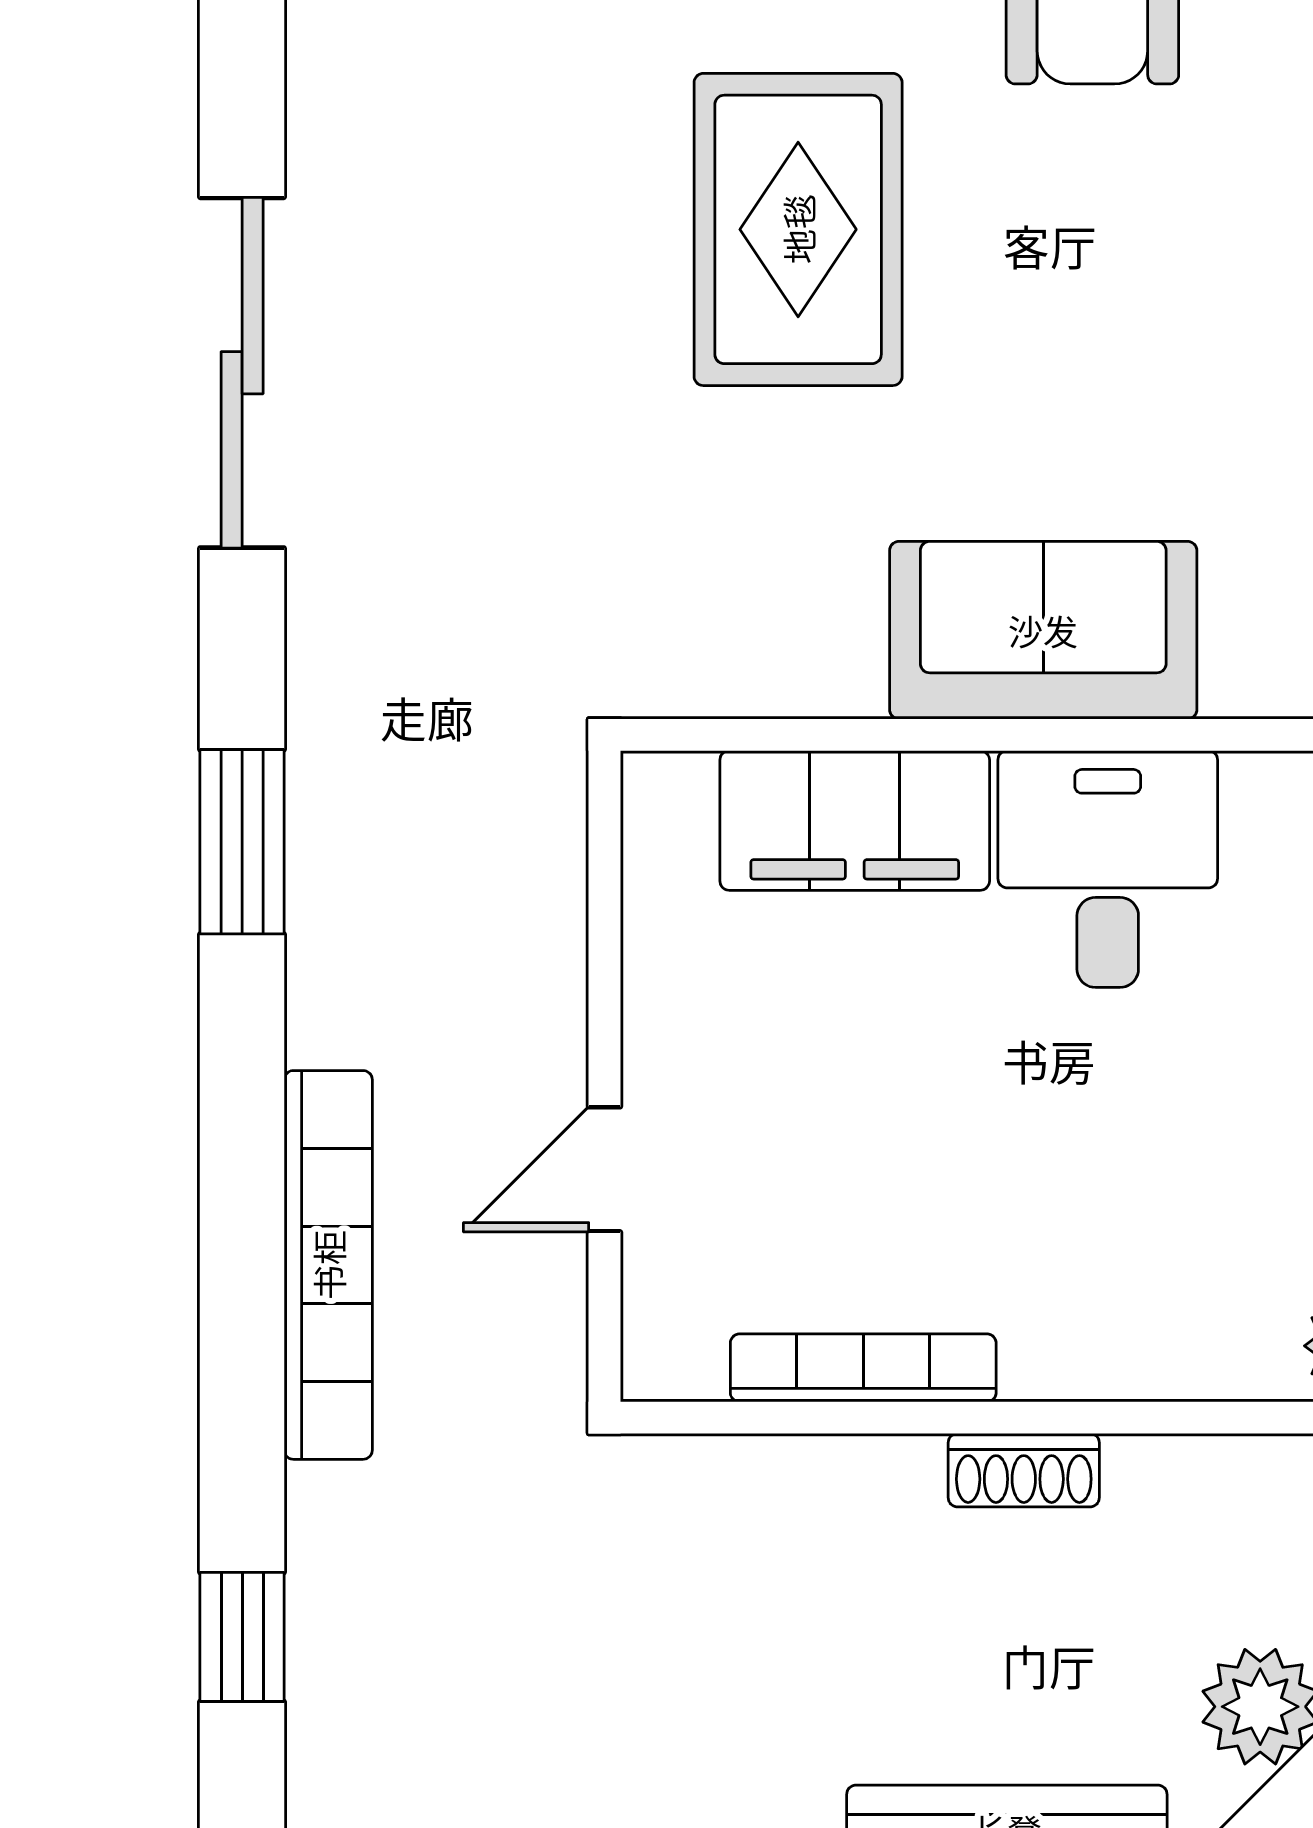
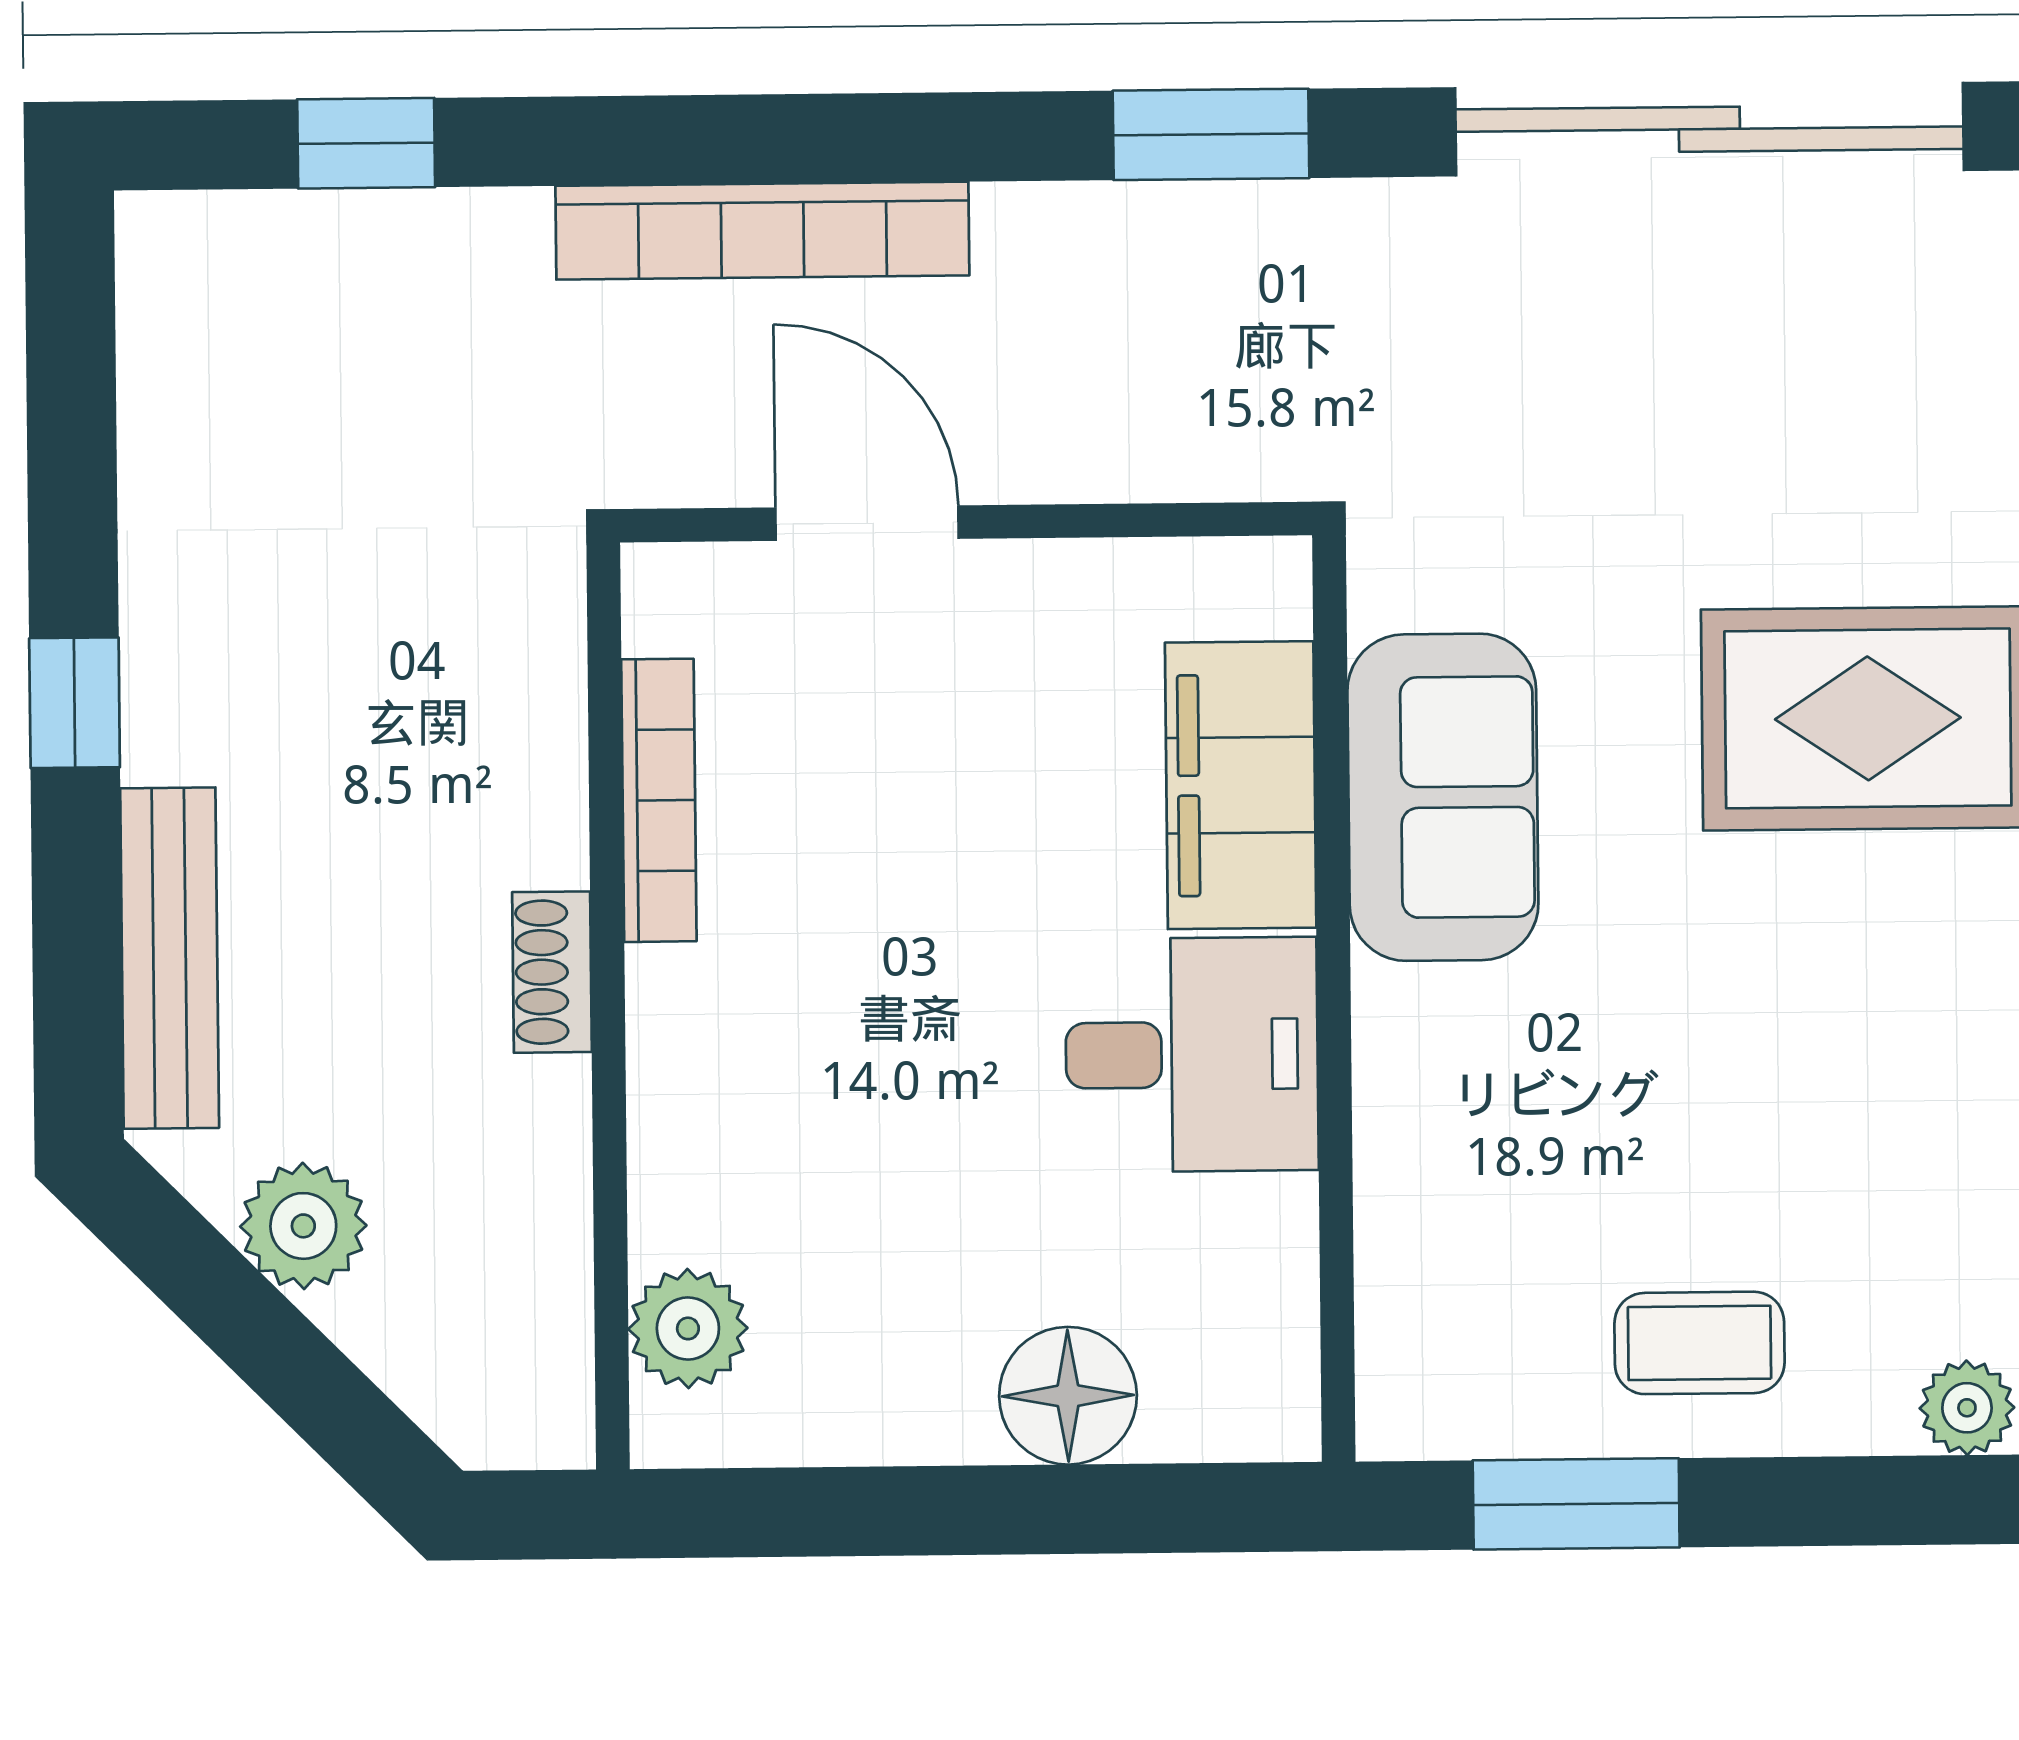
sliding door: (242, 373) -> (1709, 129), width x1.36
sofa: (1043, 630) -> (1443, 797), moved
door: (605, 1169) -> (867, 523), width x1.38

